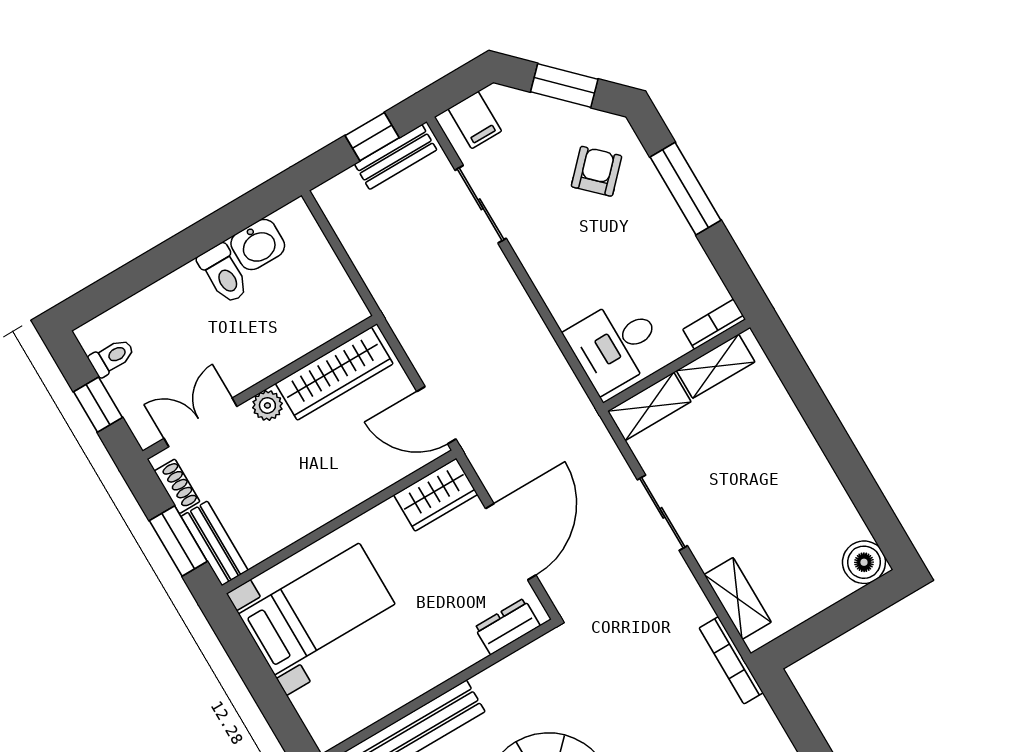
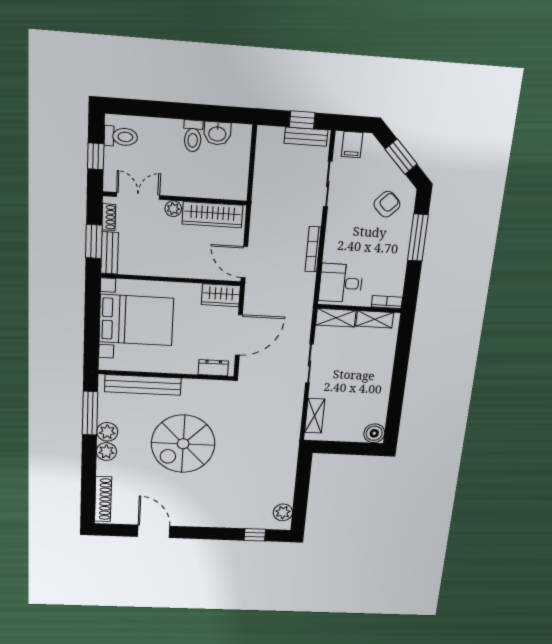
toilet: (112, 357) -> (121, 137), width x1.37, depth x1.39
bed with nightstands: (317, 609) -> (136, 320), width x1.36
bookcase: (731, 660) -> (313, 249), moved

